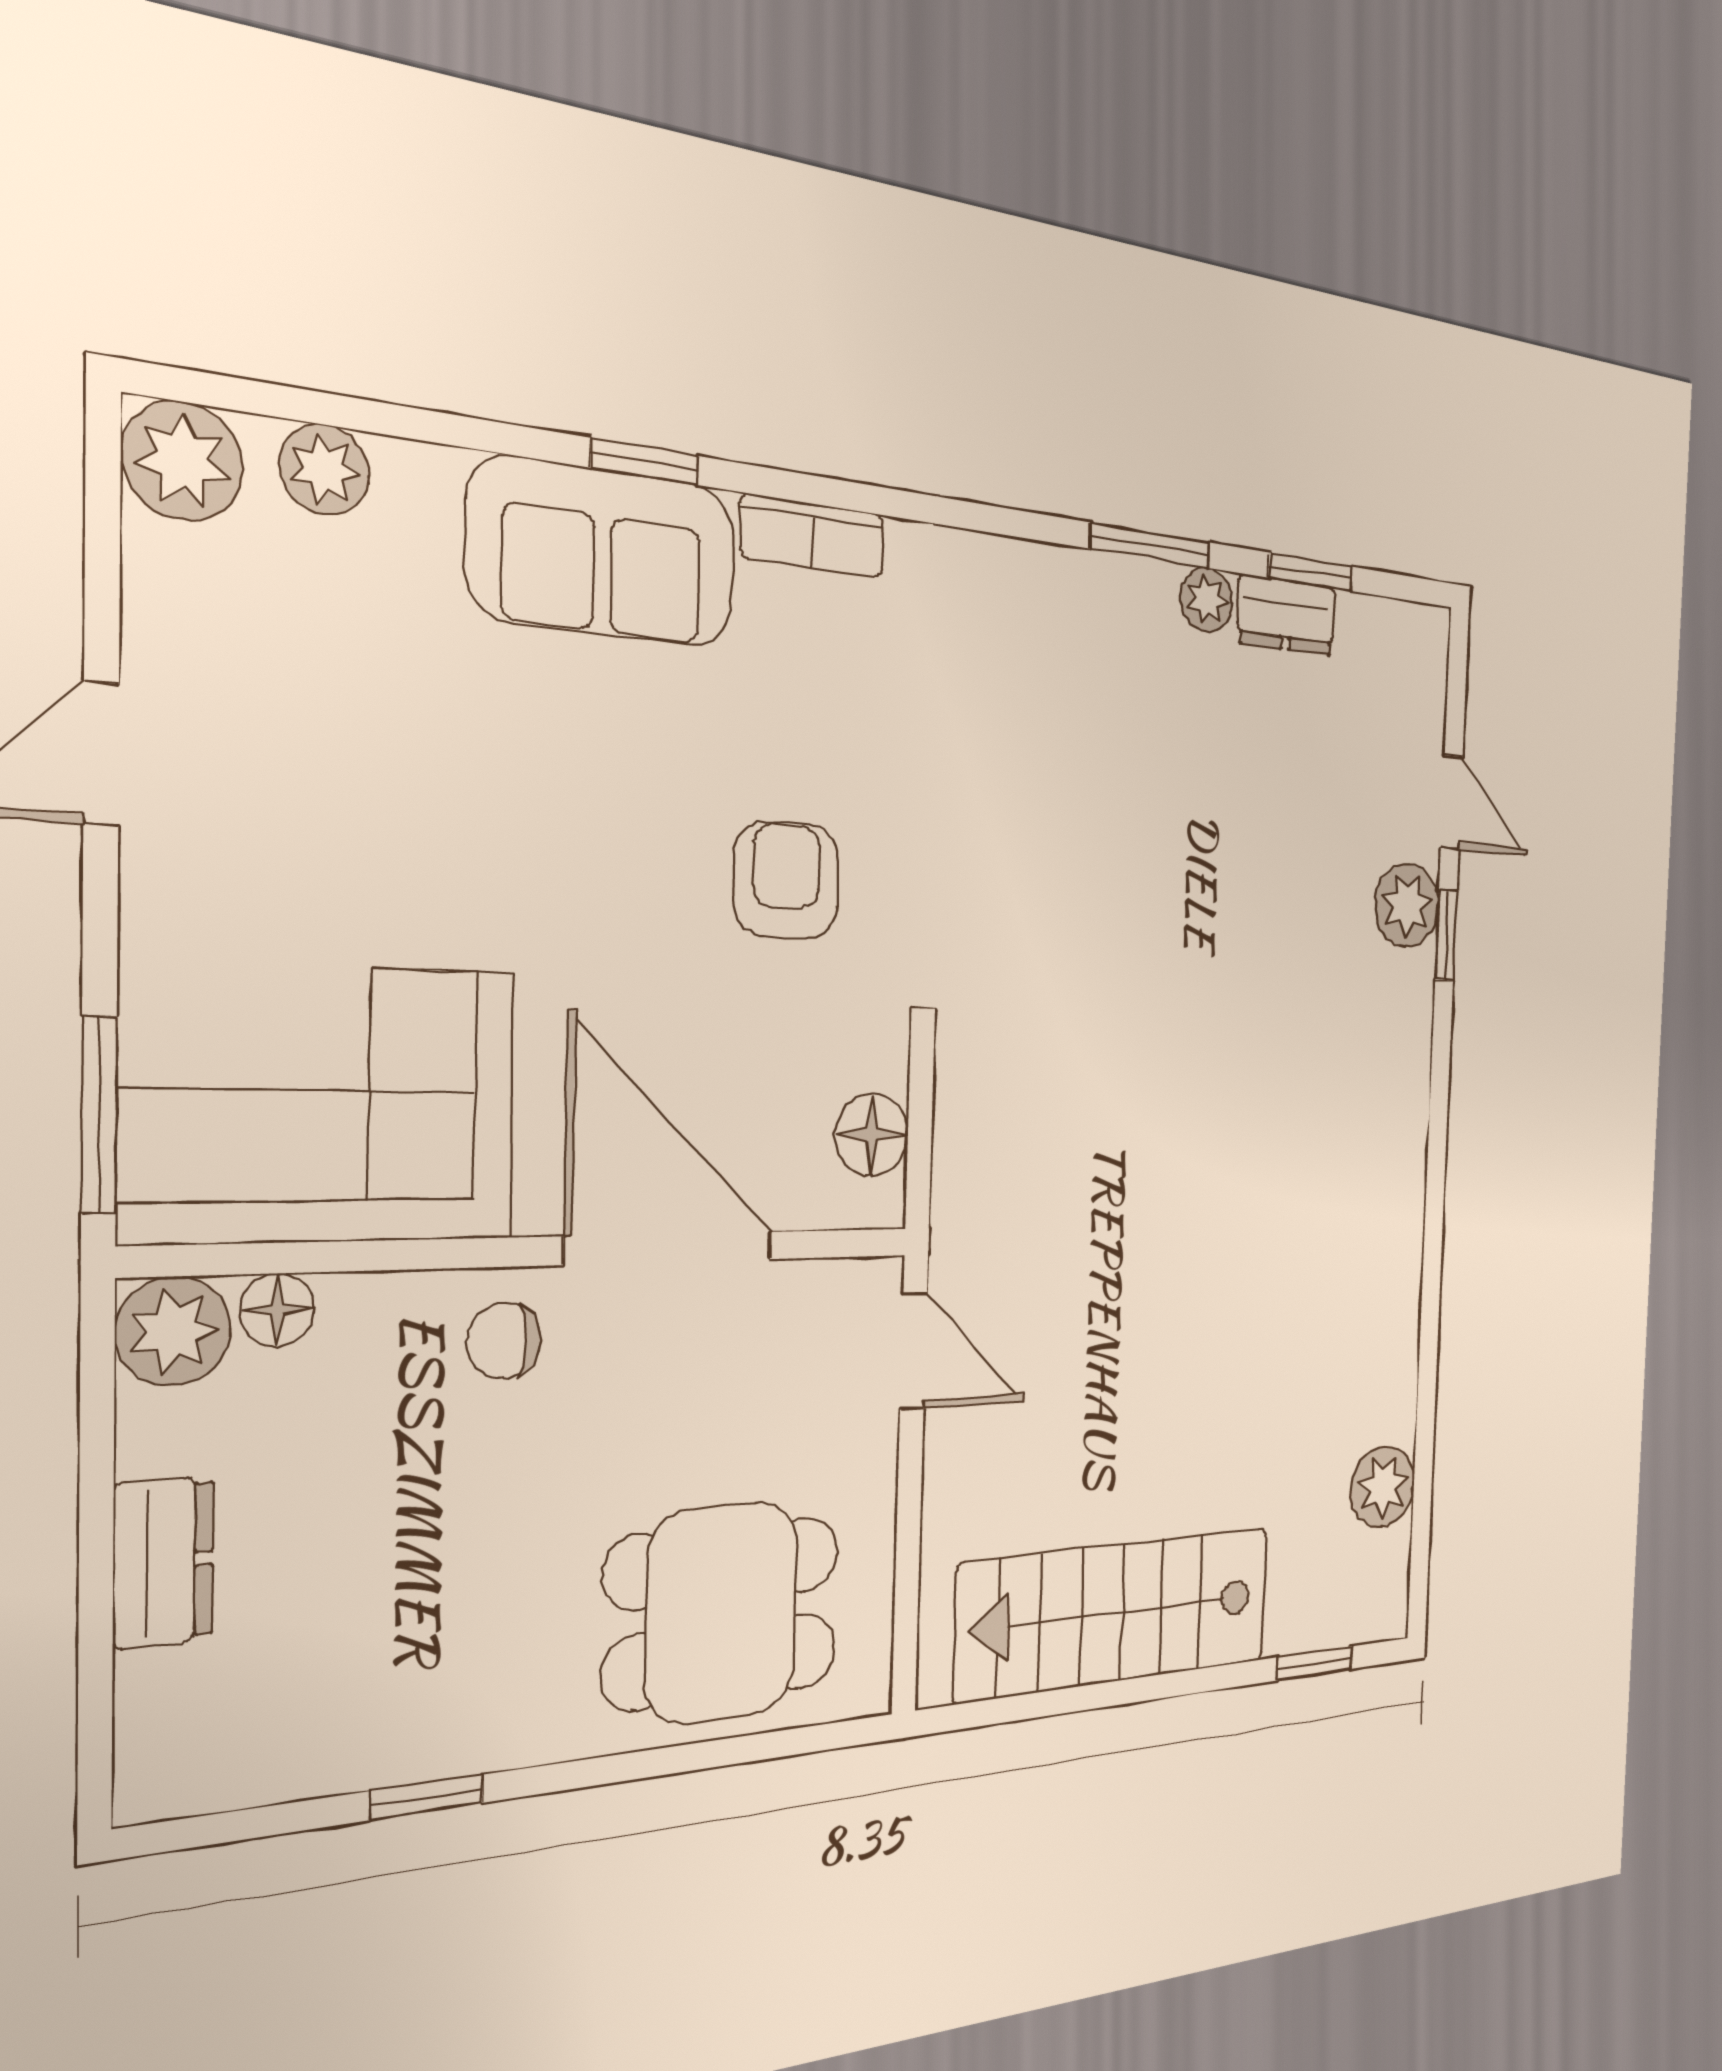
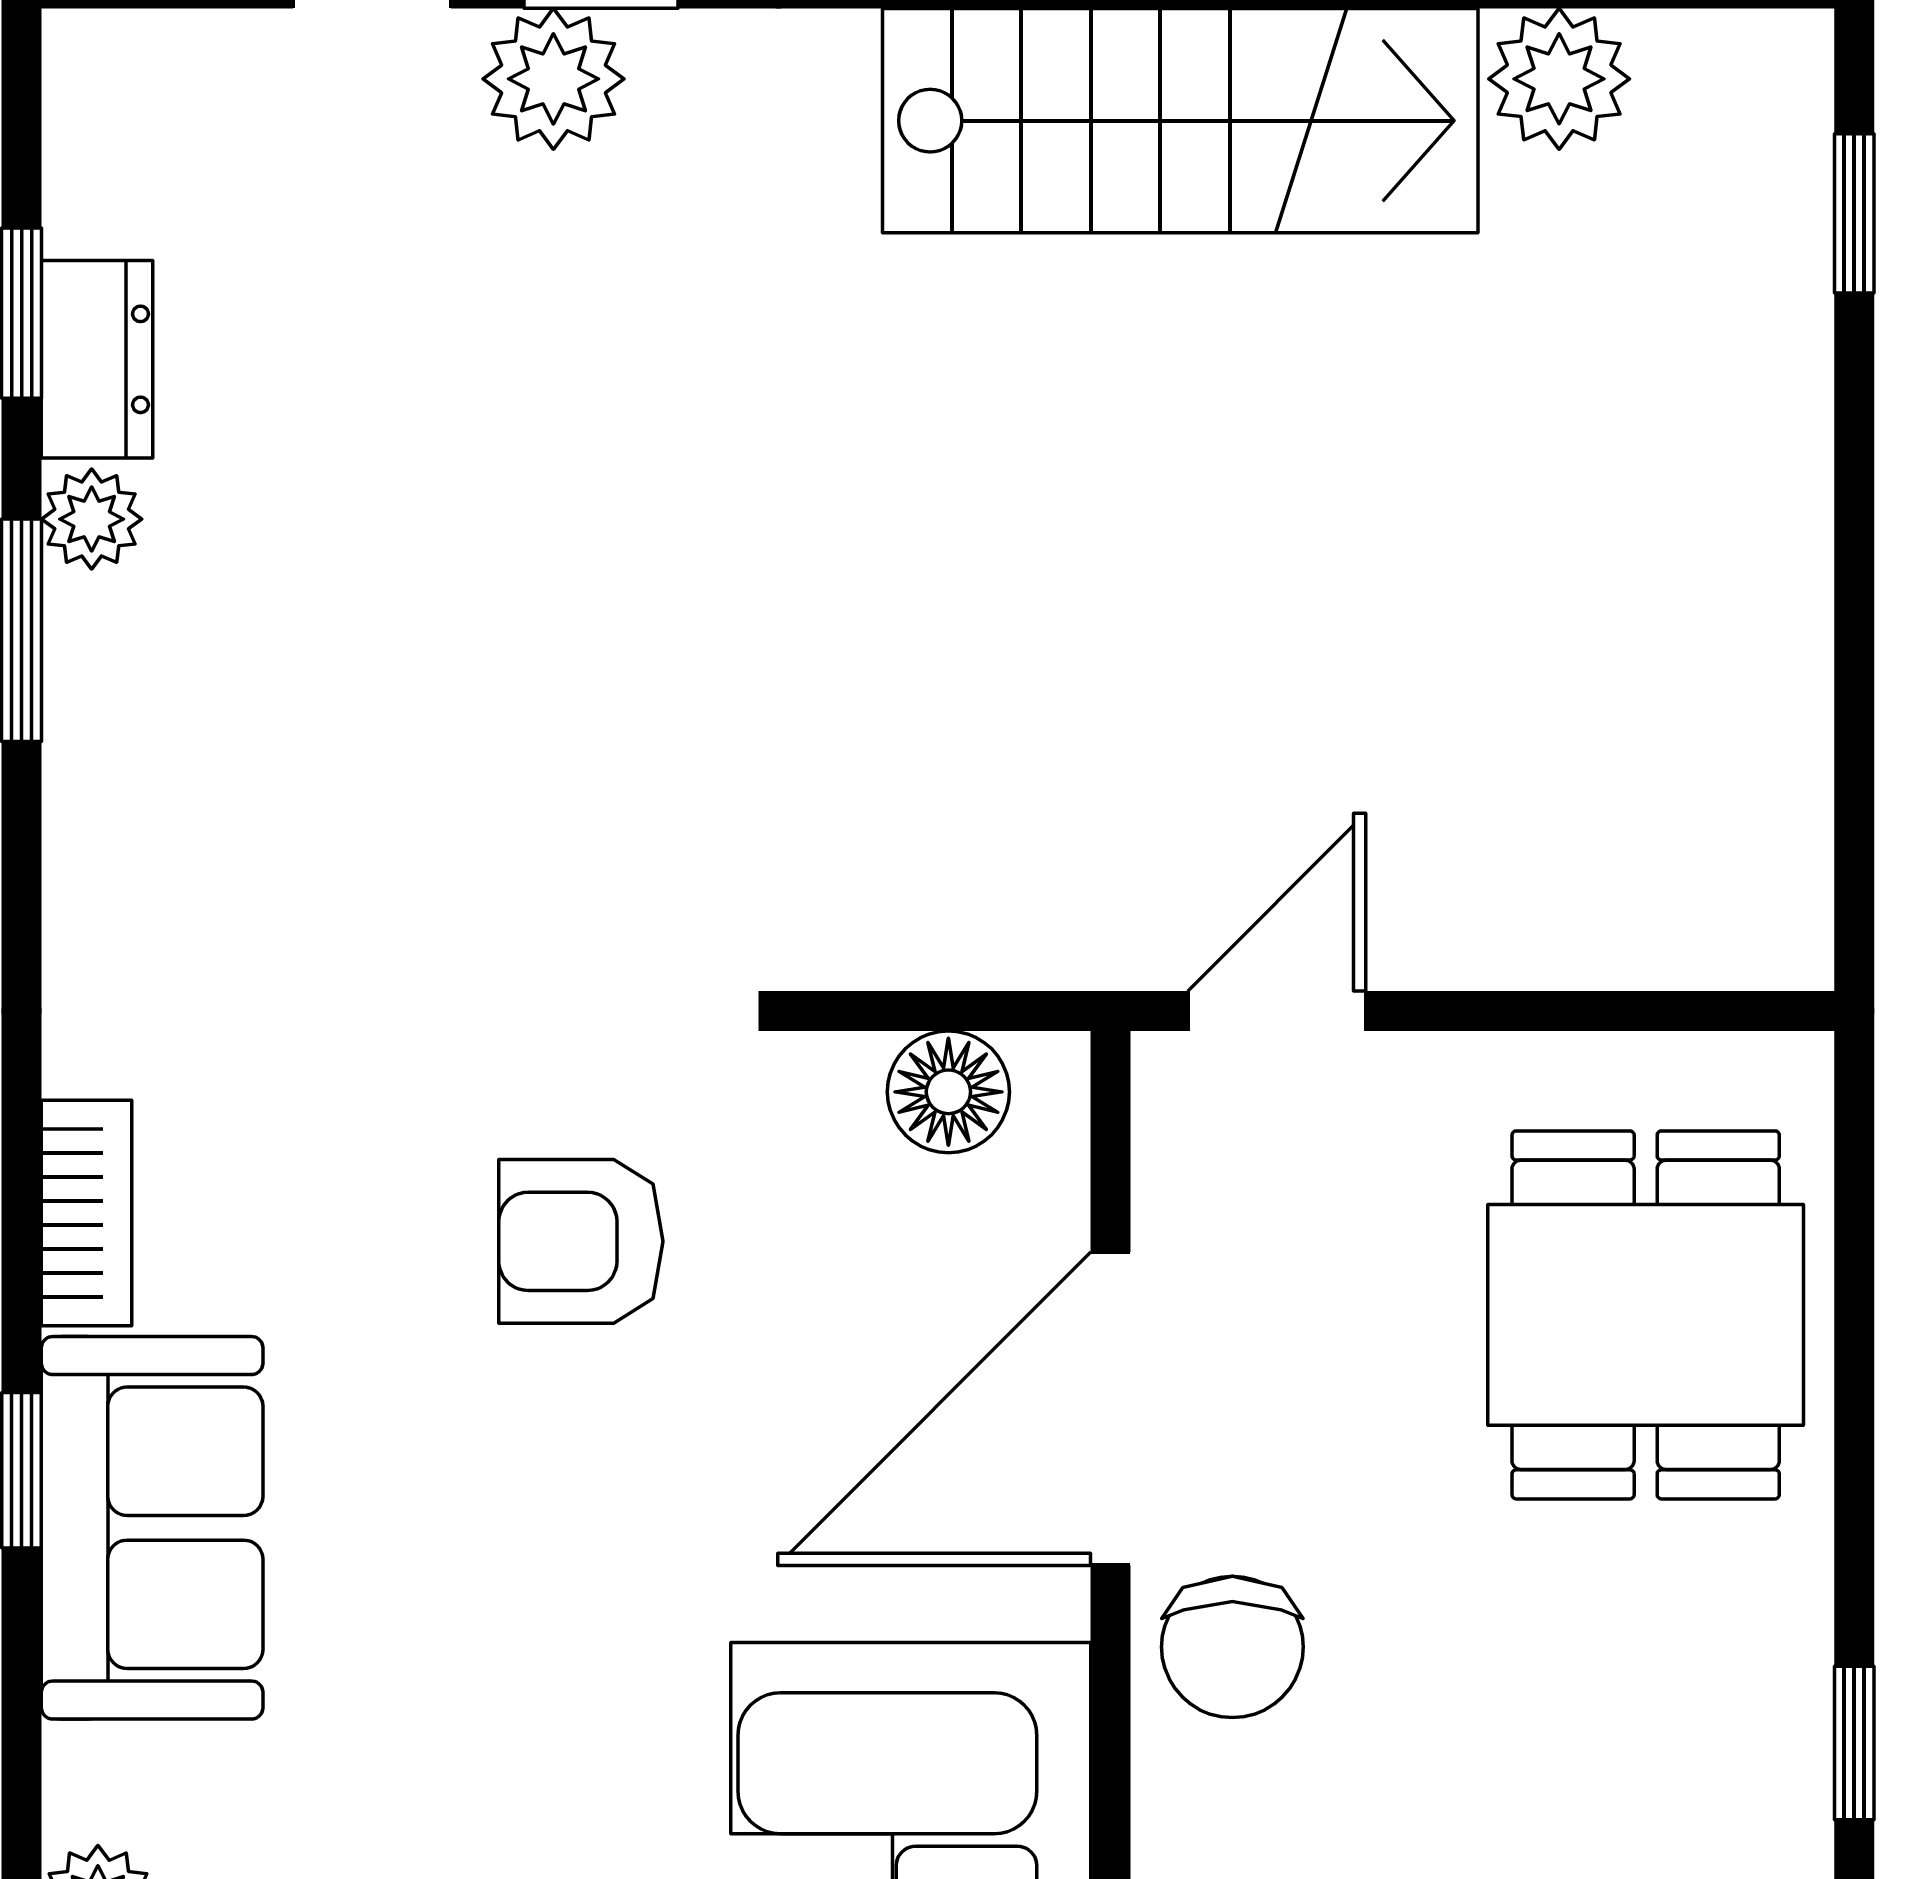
chair: (504, 1341) -> (1232, 1647), width x1.37, depth x1.37
stairs: (1116, 1613) -> (1180, 121), moved, turned -90

